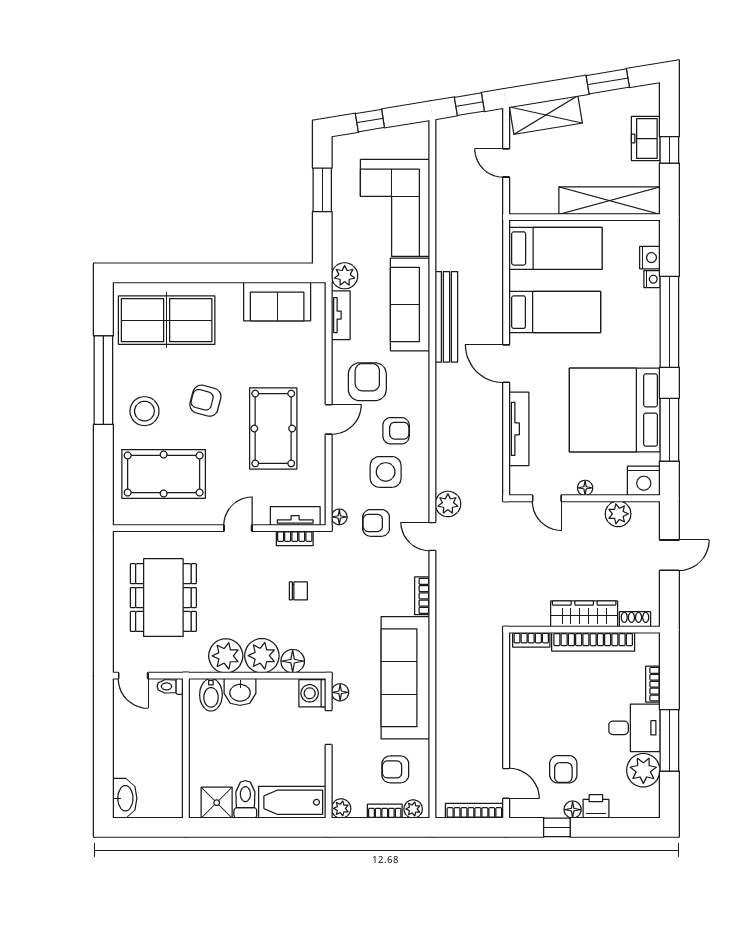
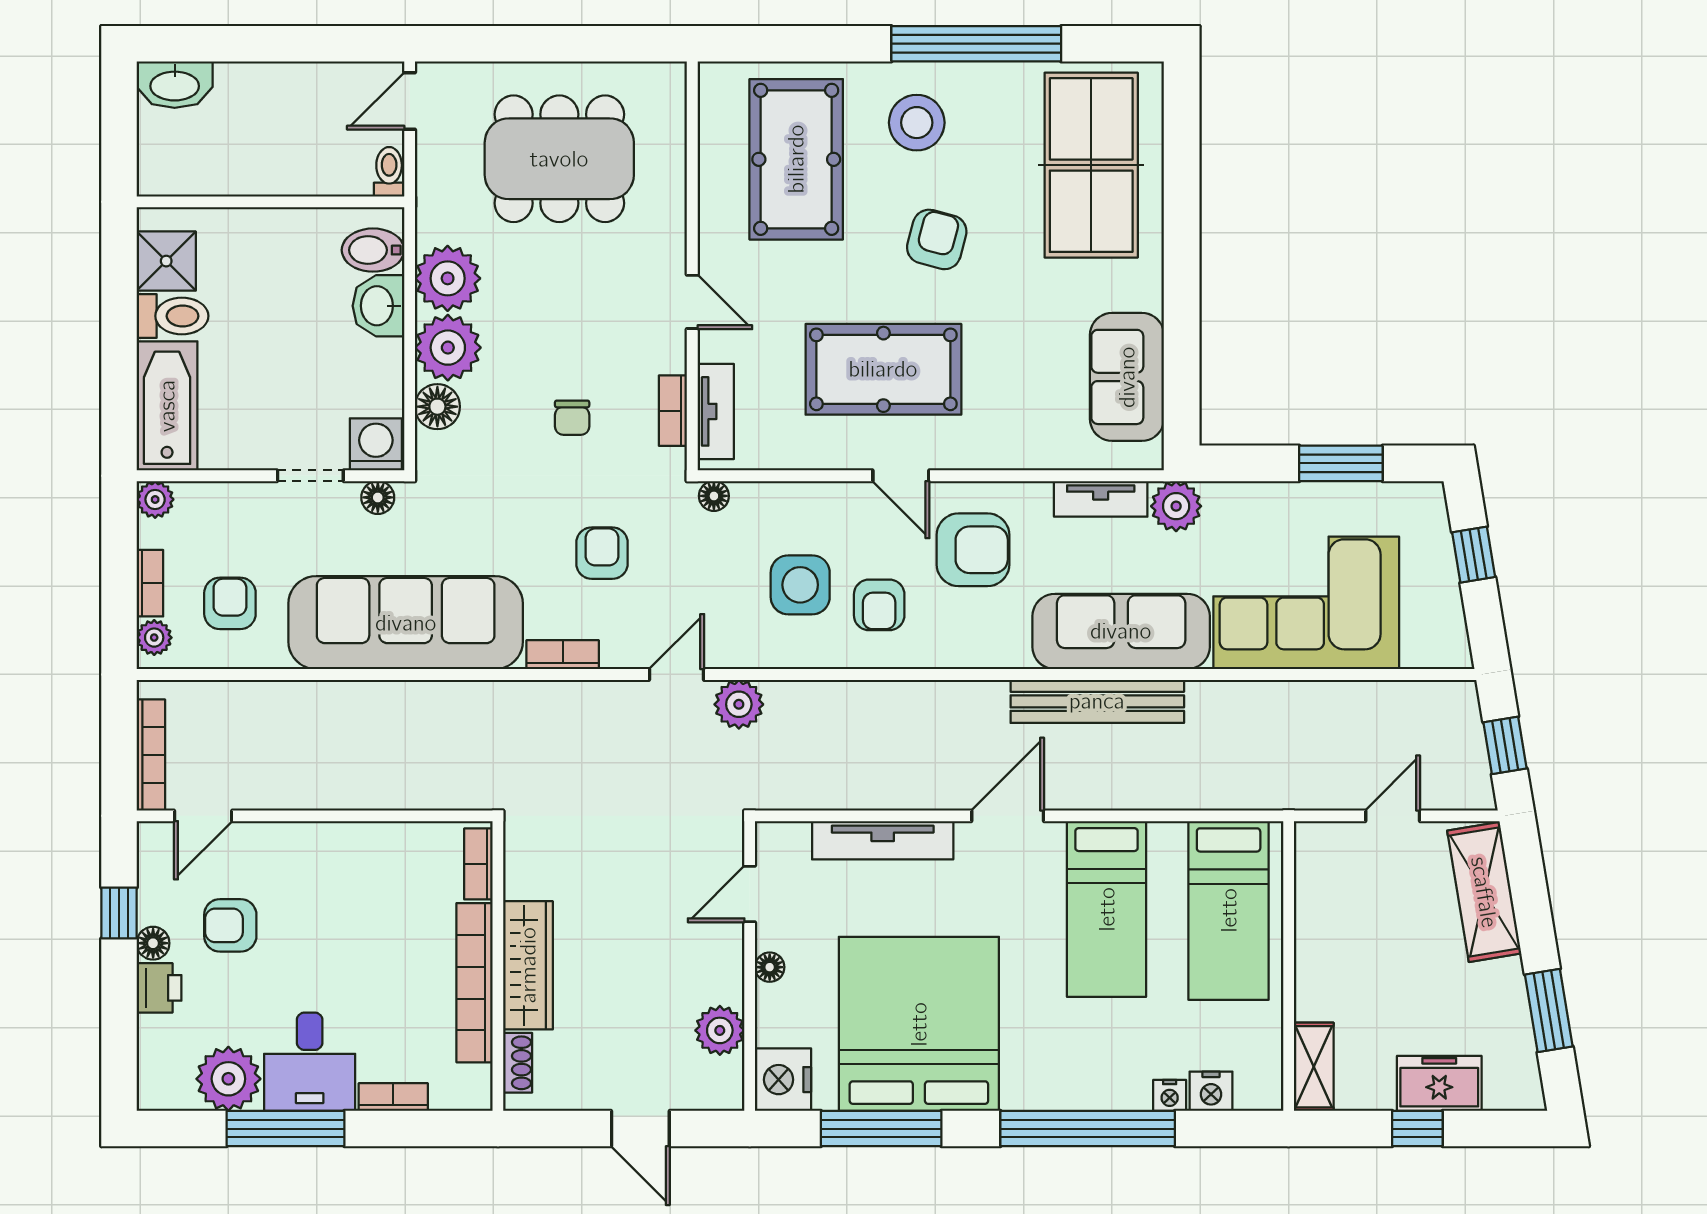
shelving: (609, 201) -> (1314, 1067), width x0.45, depth x0.75
armchair: (376, 523) -> (602, 553), moved

